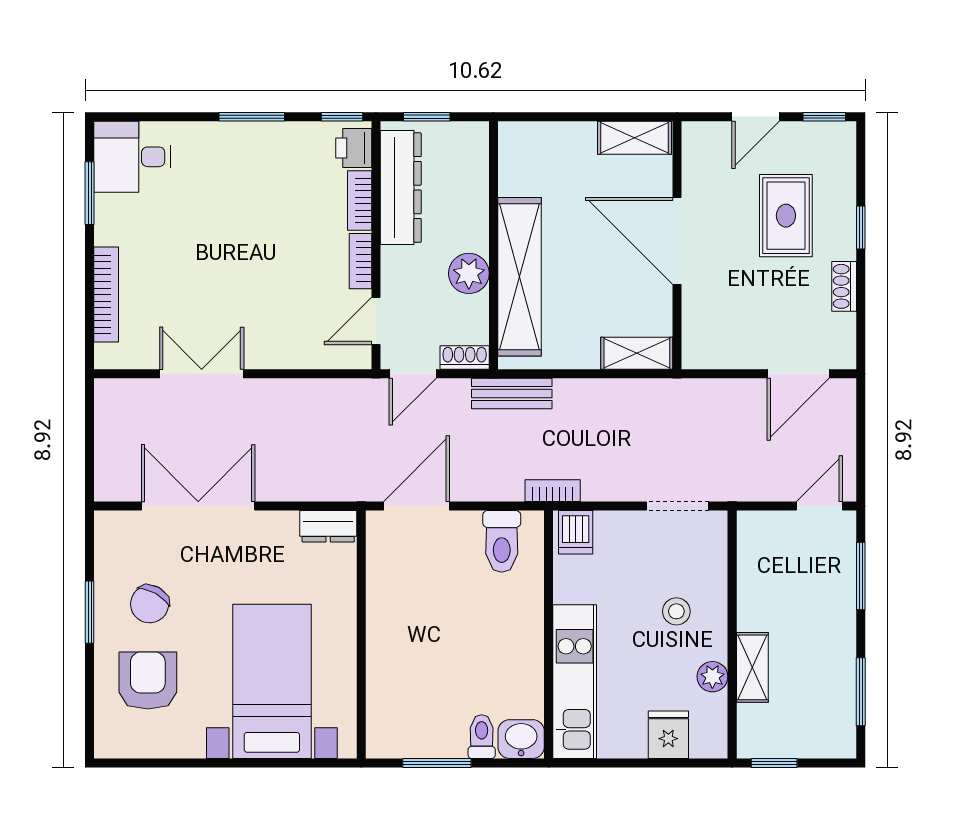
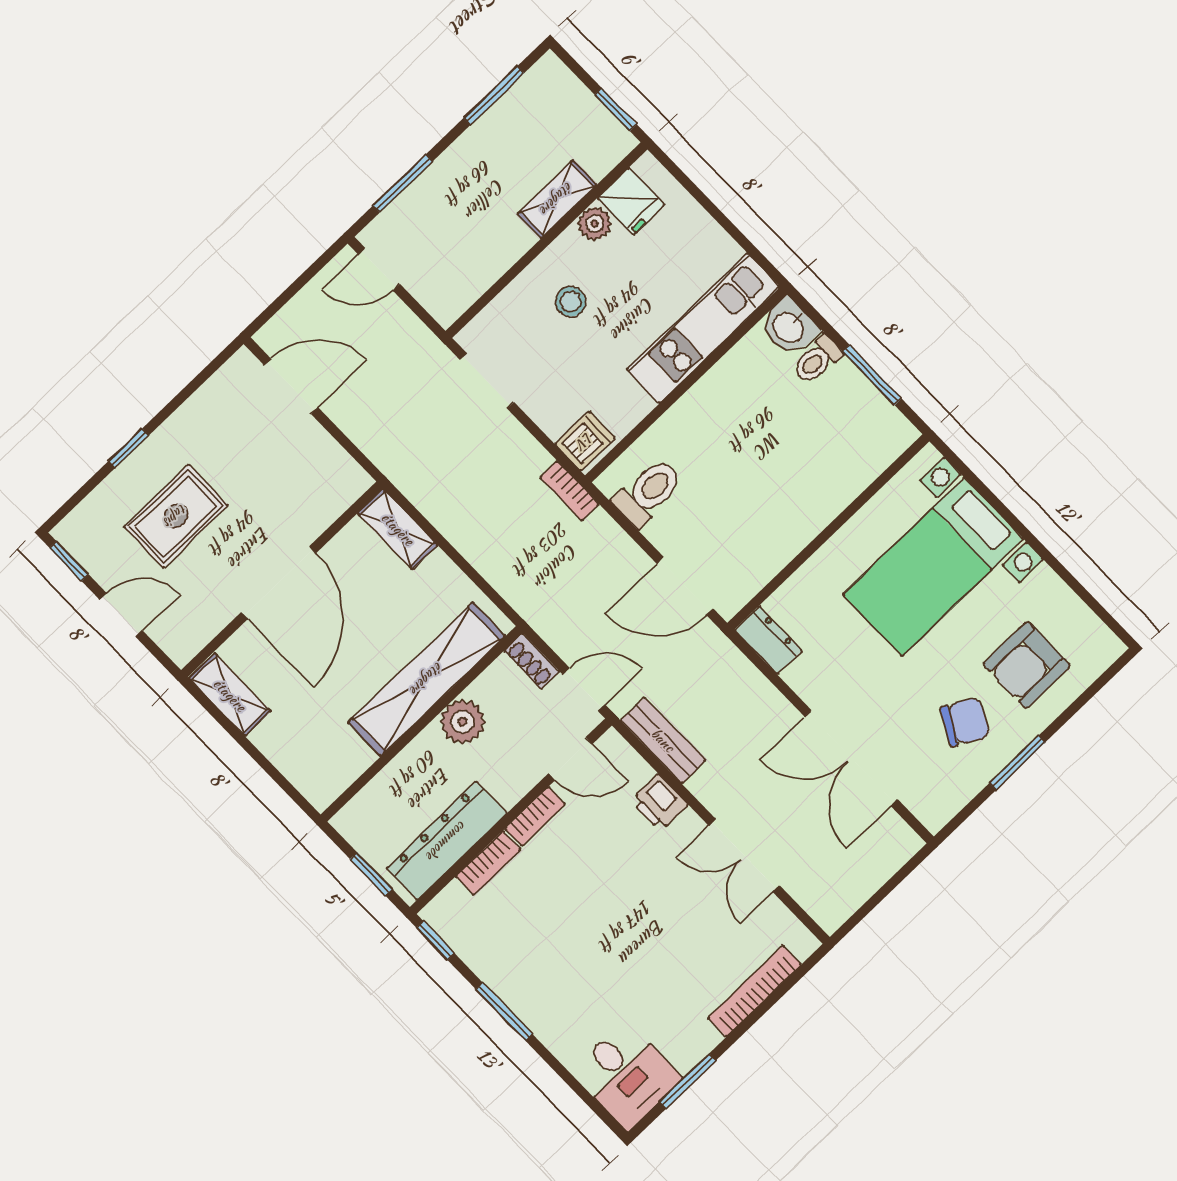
printer: (354, 148) -> (659, 803), moved, turned 90
shoe rack: (844, 286) -> (187, 417), removed
bench: (512, 394) -> (663, 740), moved
fridge: (668, 735) -> (631, 201), moved, turned -90

